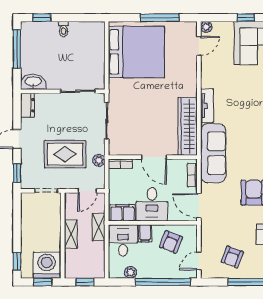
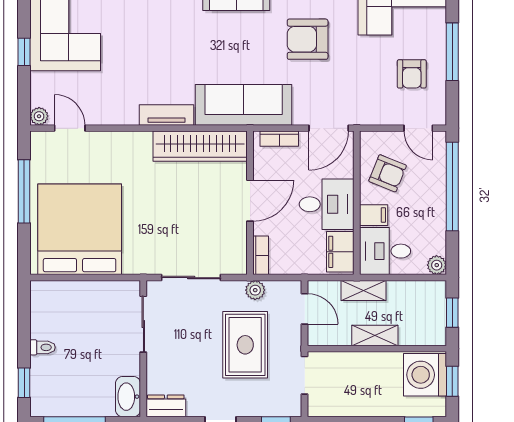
armchair: (232, 257) -> (412, 74), turned 69
plant: (131, 272) -> (437, 265), moved

